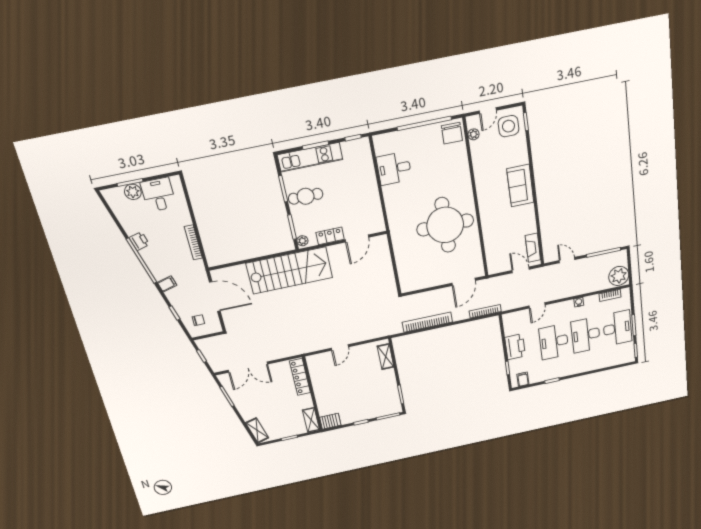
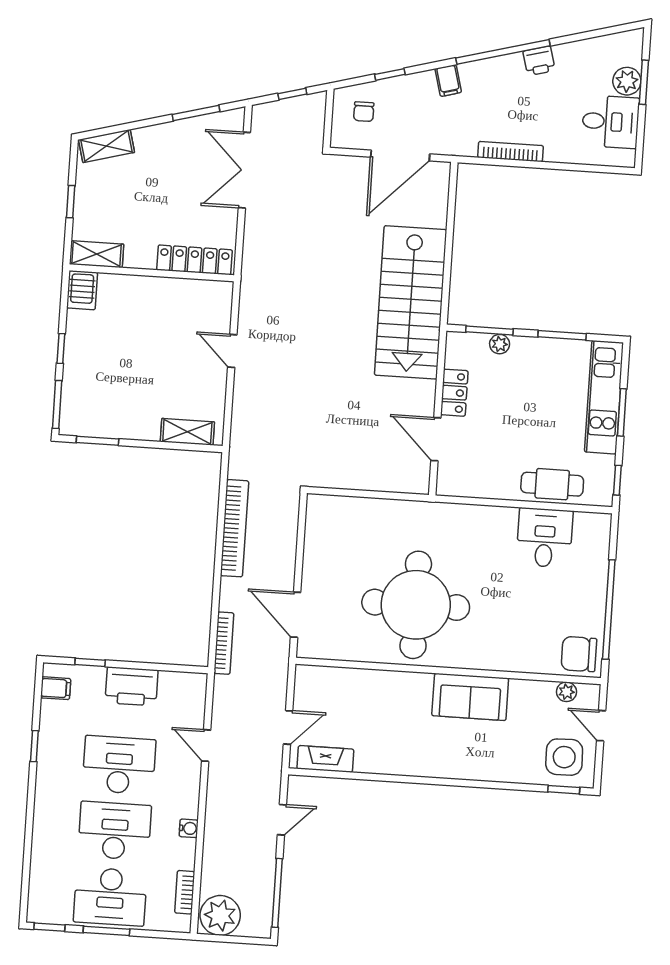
sofa: (520, 186) -> (470, 697), moved, turned 180
cafe table: (306, 196) -> (552, 484), moved, turned 90
plant: (302, 241) -> (500, 344), moved

